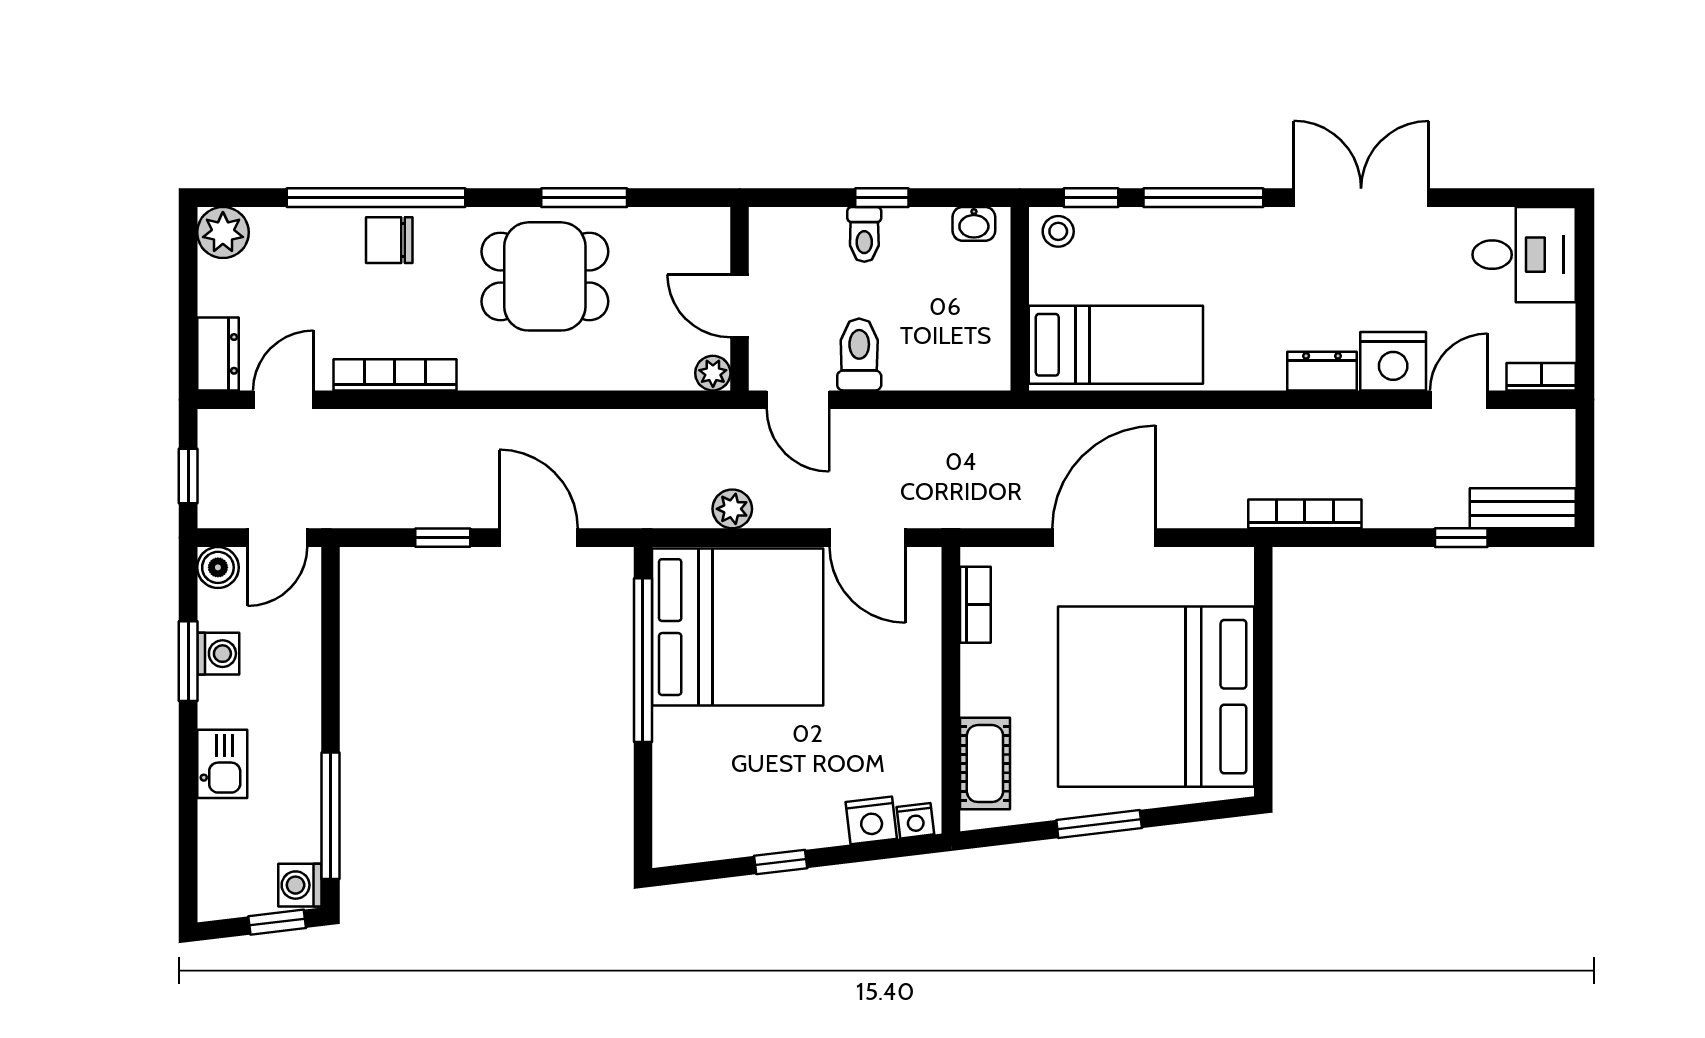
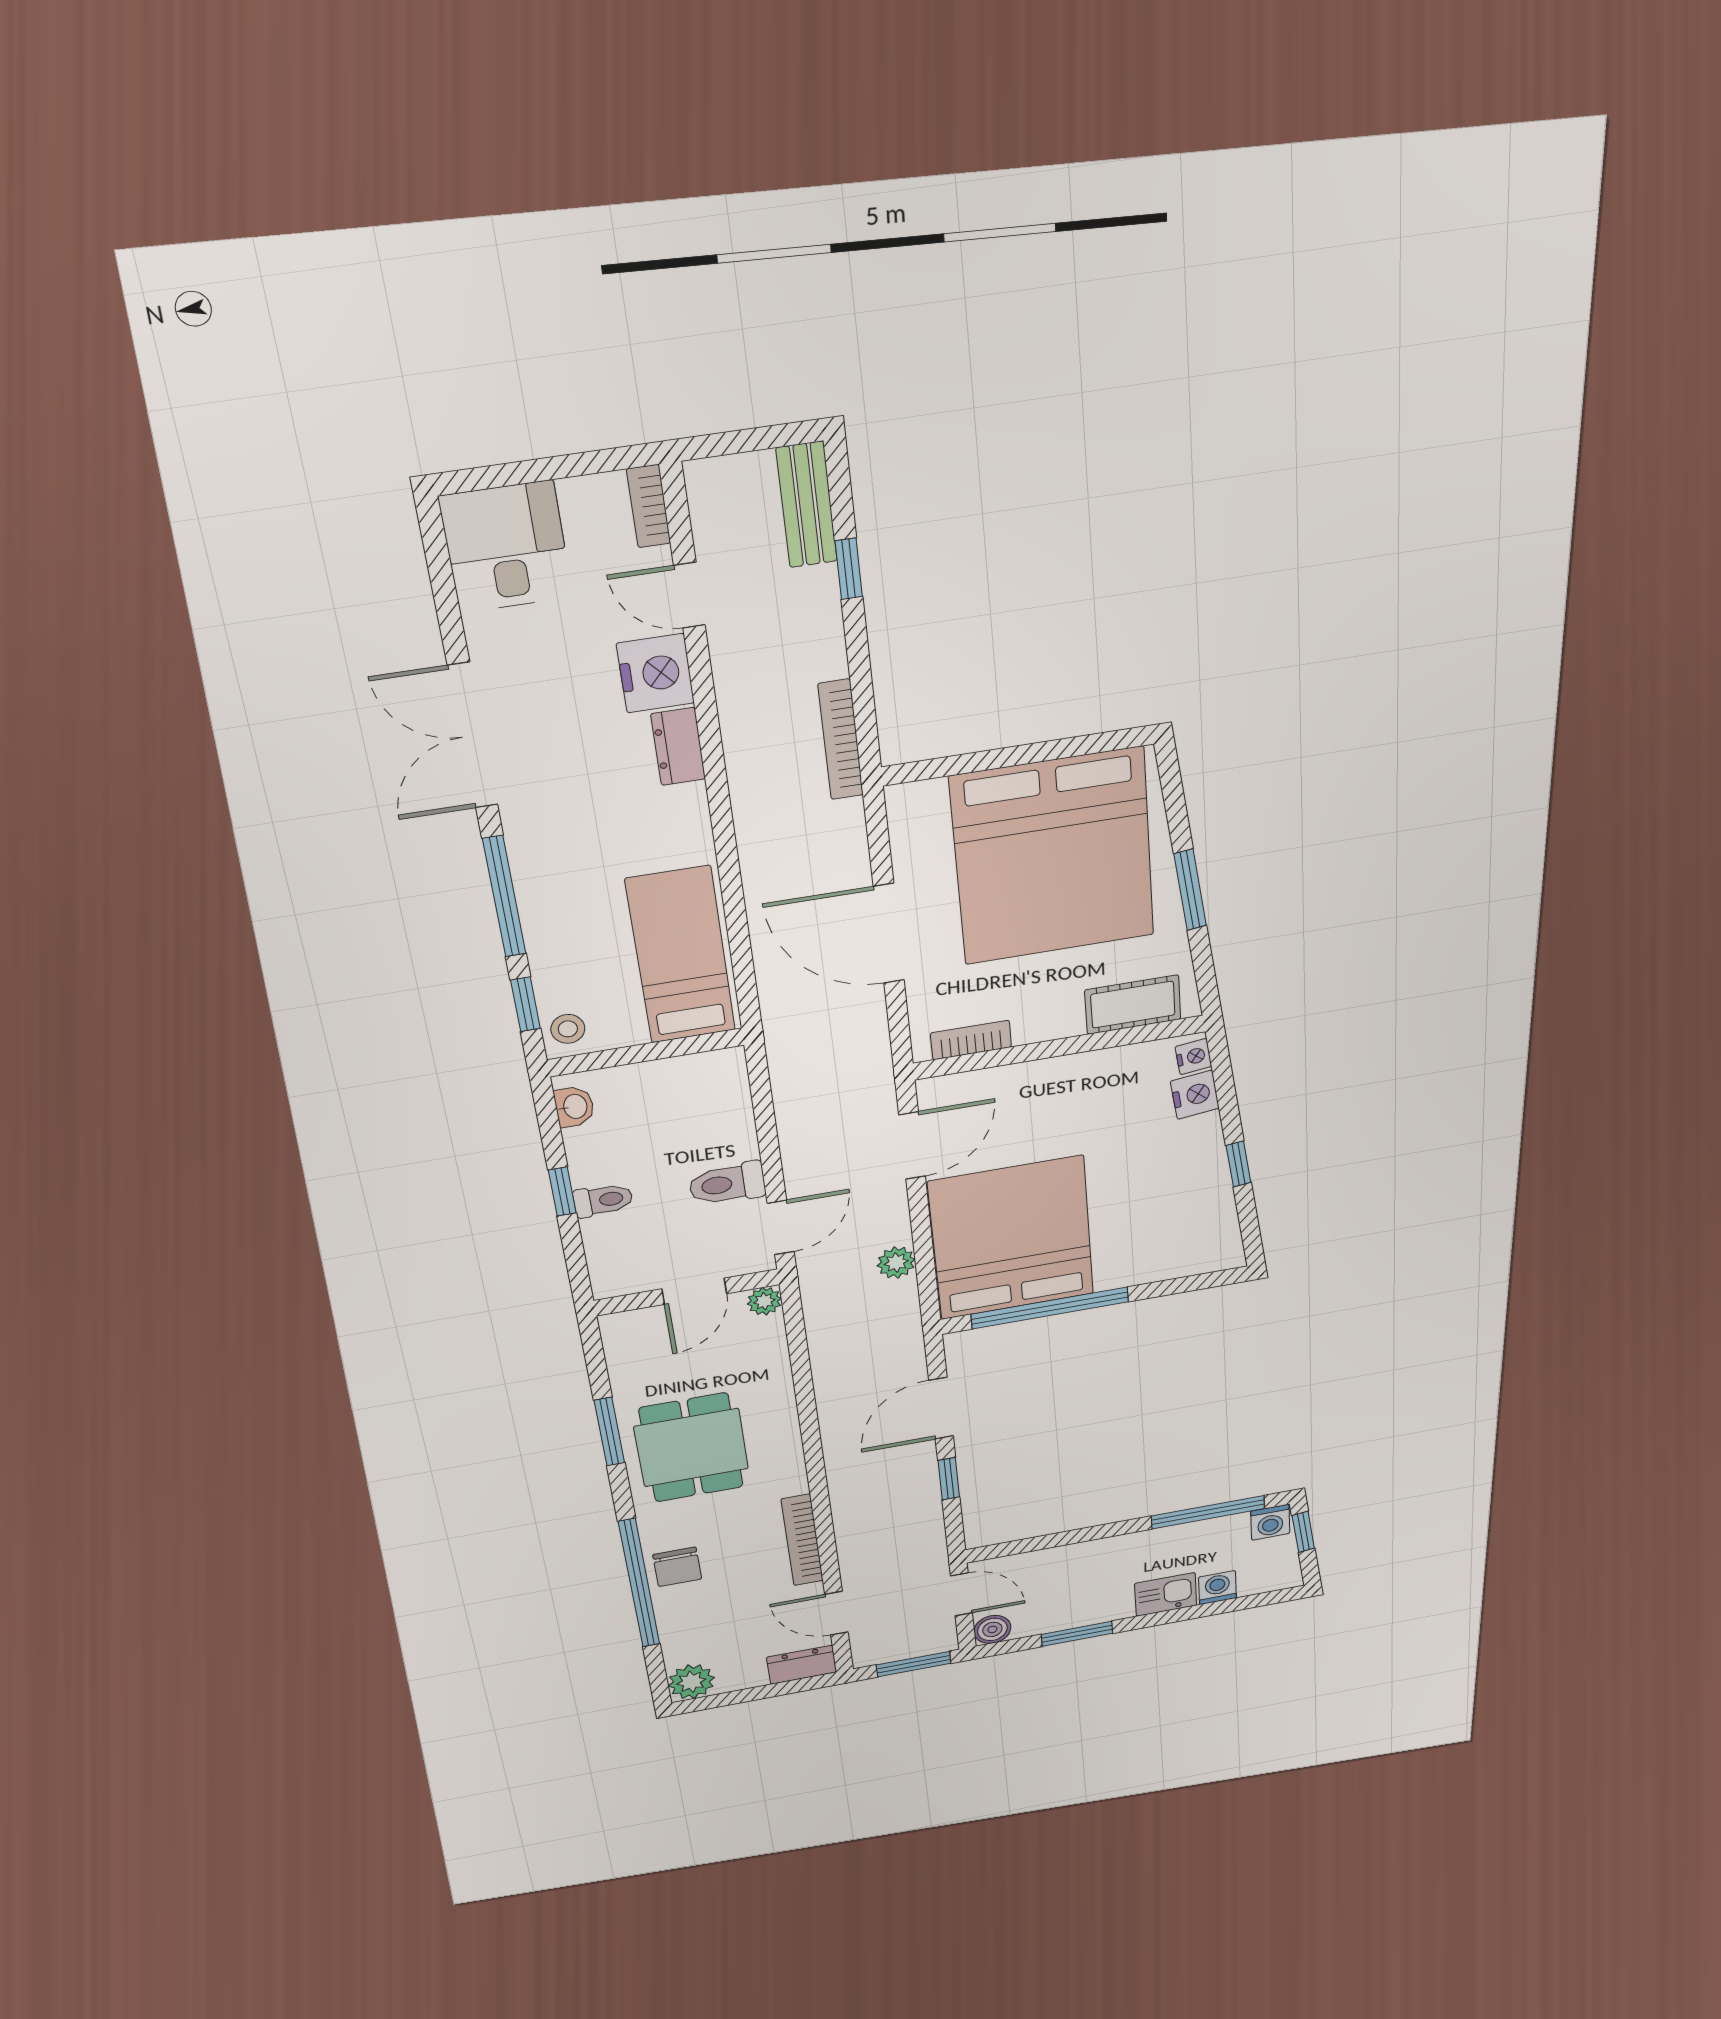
window: (188, 476) -> (914, 1664), width x1.50
washing machine: (218, 654) -> (1217, 1588), moved

